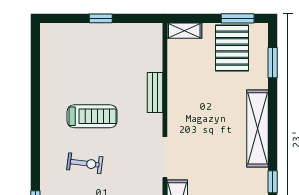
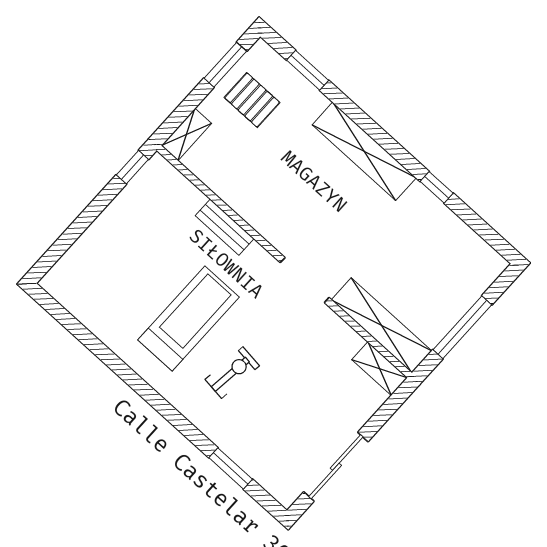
window: (101, 18) -> (132, 167), moved
pallet: (232, 48) -> (252, 100), width x0.67, depth x0.71
treadmill: (92, 116) -> (189, 318), width x1.37, depth x1.37

